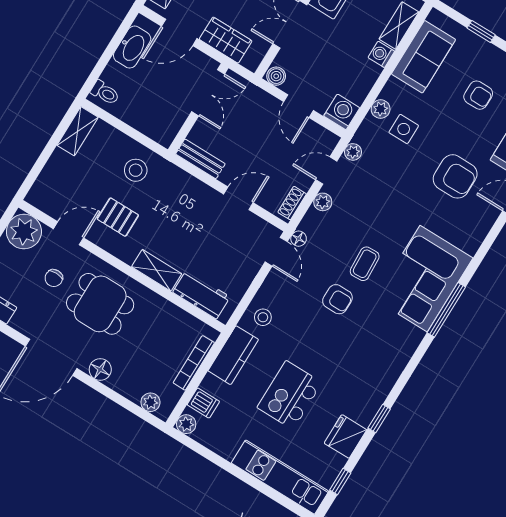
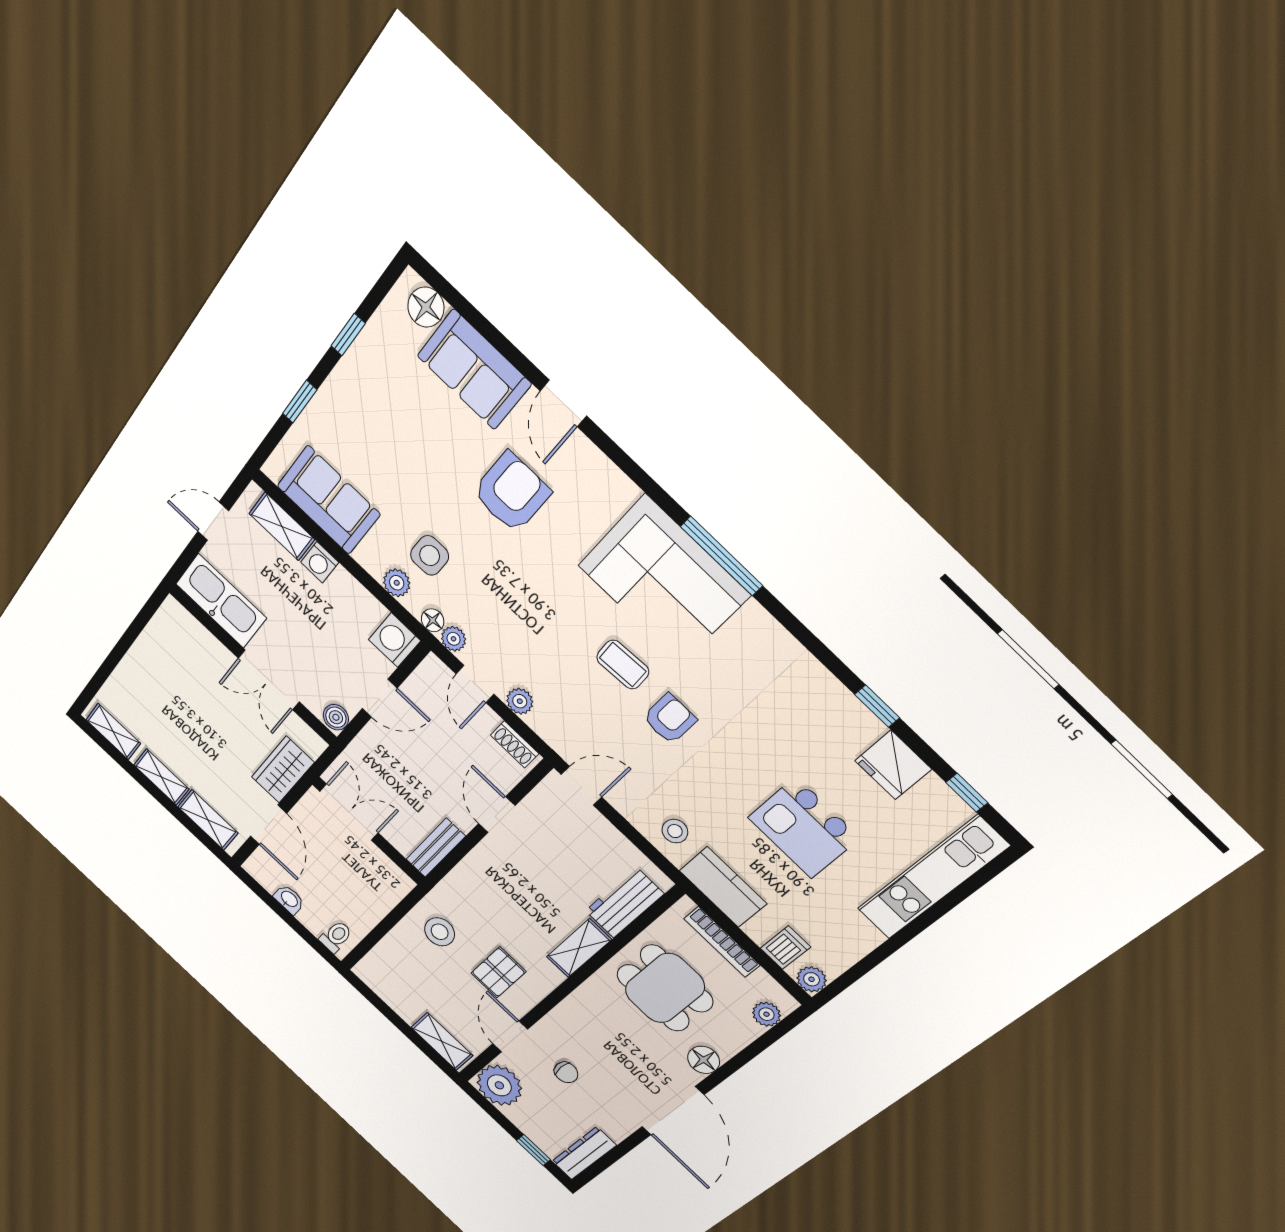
washbasin: (132, 47) -> (289, 899), width x0.52, depth x0.69
armchair: (478, 95) -> (393, 427), removed
shelving: (78, 131) -> (442, 1041), moved
floor lamp: (299, 239) -> (433, 620), moved
dining table: (100, 304) -> (665, 988), moved, turned 90

